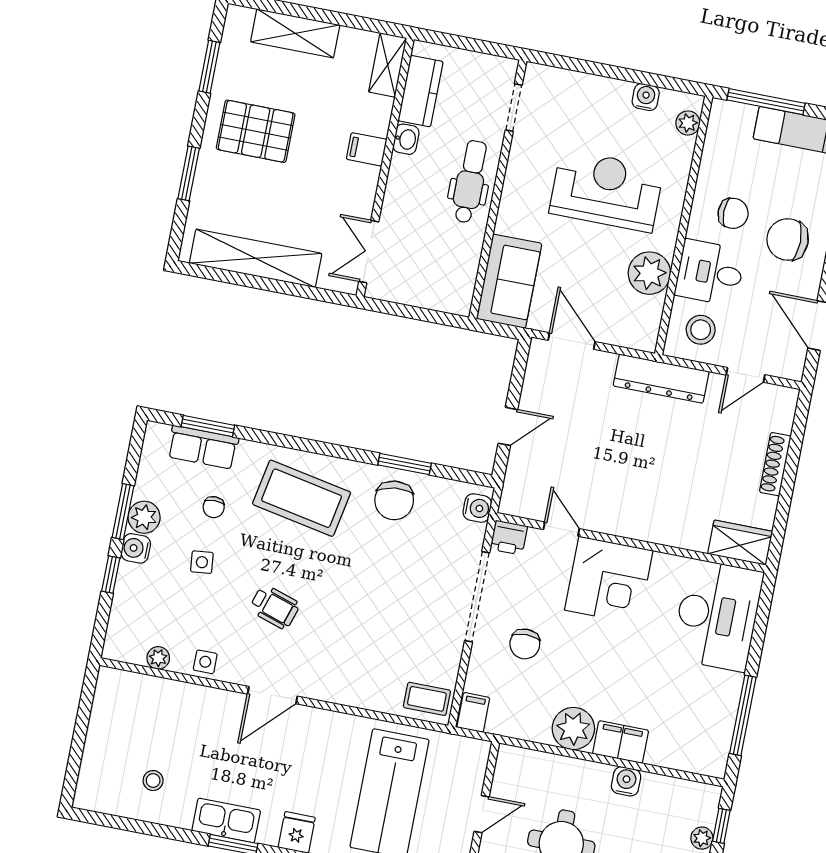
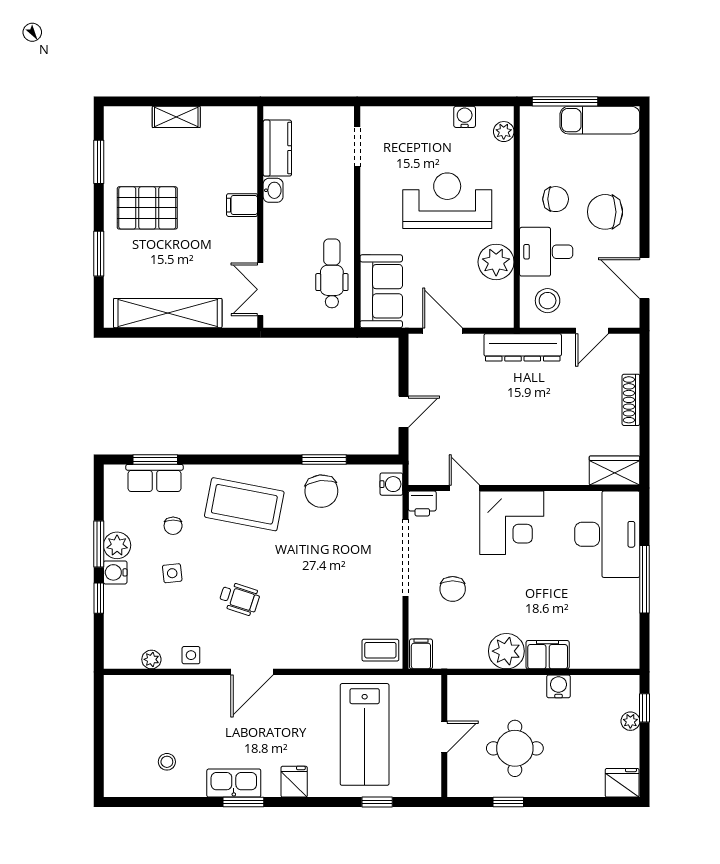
shelving: (295, 33) -> (176, 117), width x0.67, depth x0.75
shelving: (388, 65) -> (246, 132), removed
dental chair: (470, 182) -> (332, 273), moved
window: (743, 715) -> (645, 579), moved

